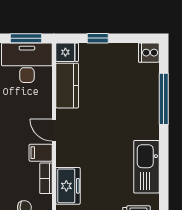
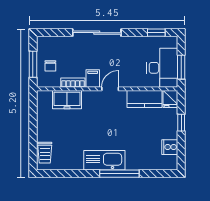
cooker: (149, 53) -> (170, 147), moved, turned -90
window: (164, 99) -> (119, 174), moved
kitchen sink: (146, 167) -> (104, 160), moved

